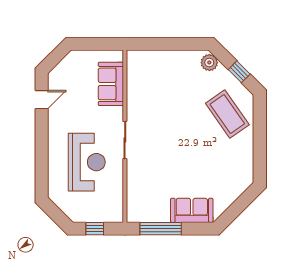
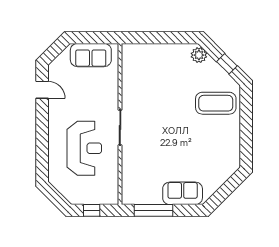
sofa: (111, 84) -> (91, 55), moved, turned -90
door: (42, 100) -> (42, 90), hinge flipped
coffee table: (227, 114) -> (216, 103), turned -55

